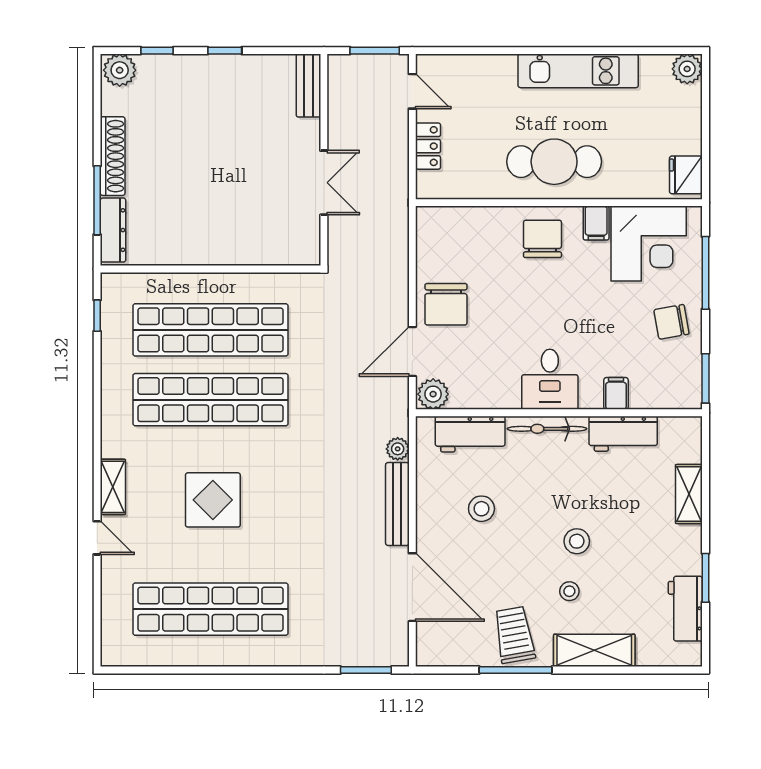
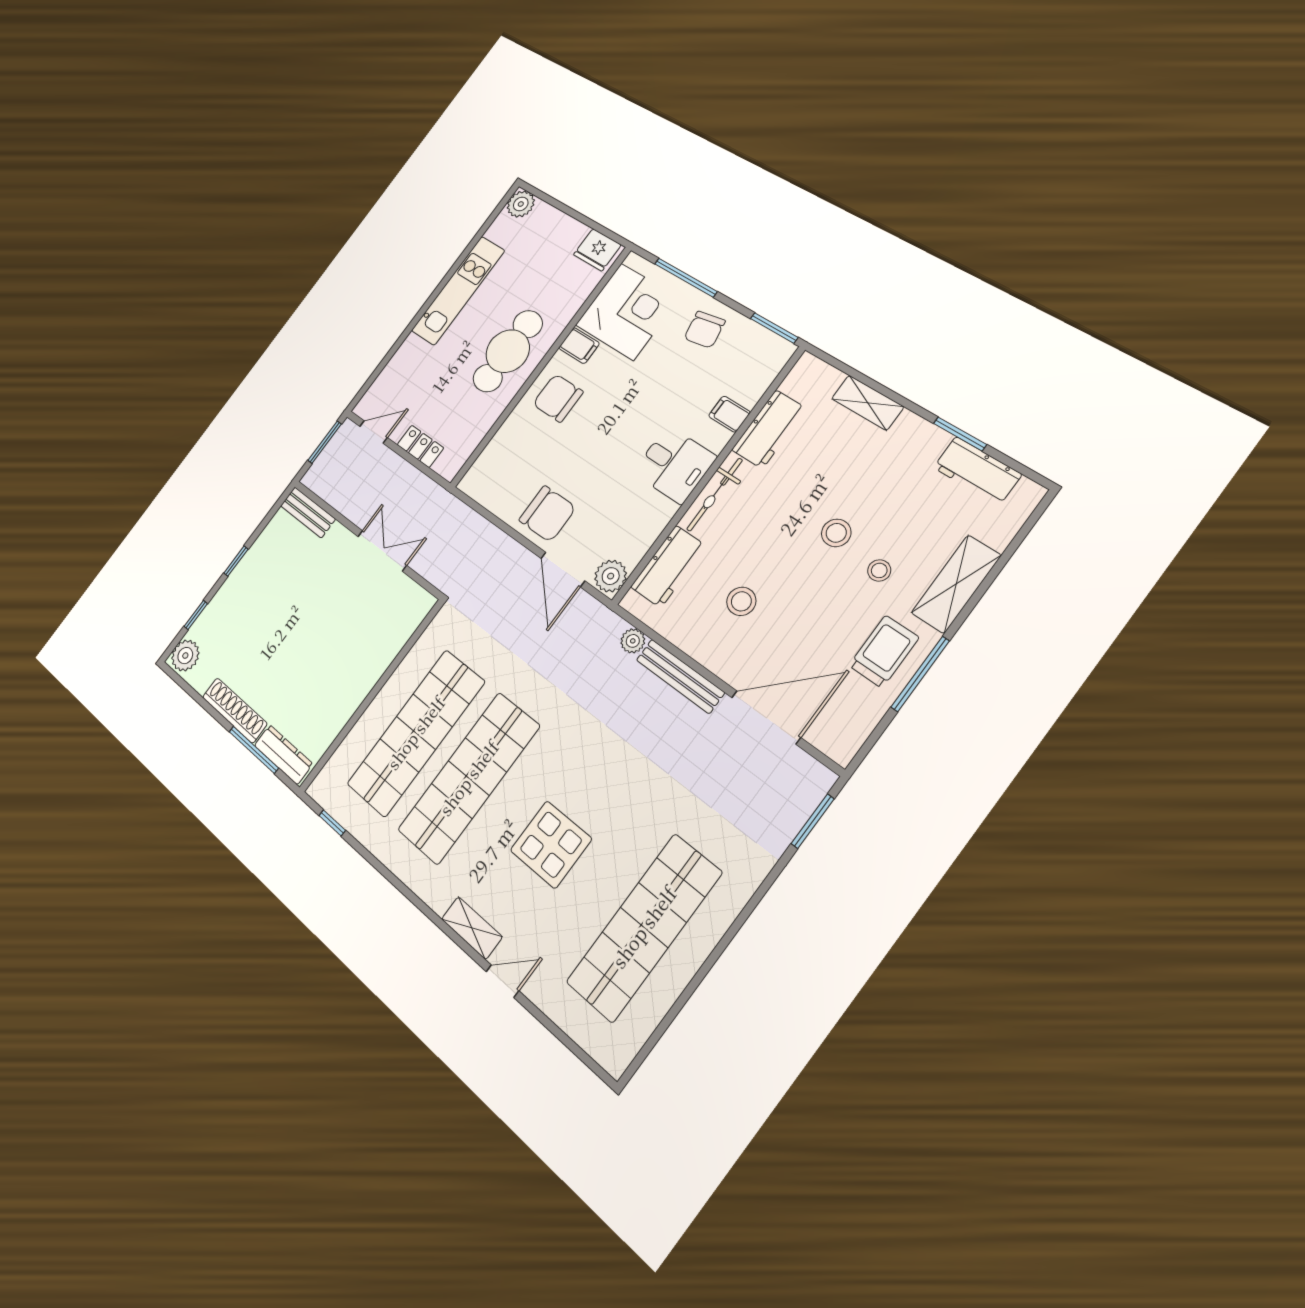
trolley: (514, 635) -> (884, 652), turned 100

